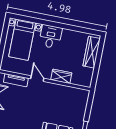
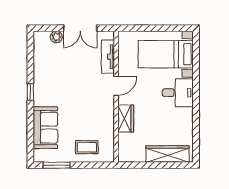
coffee table: (76, 107) -> (87, 147), added

